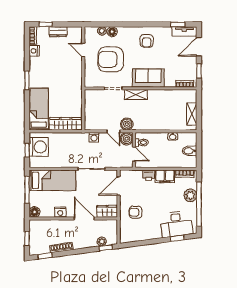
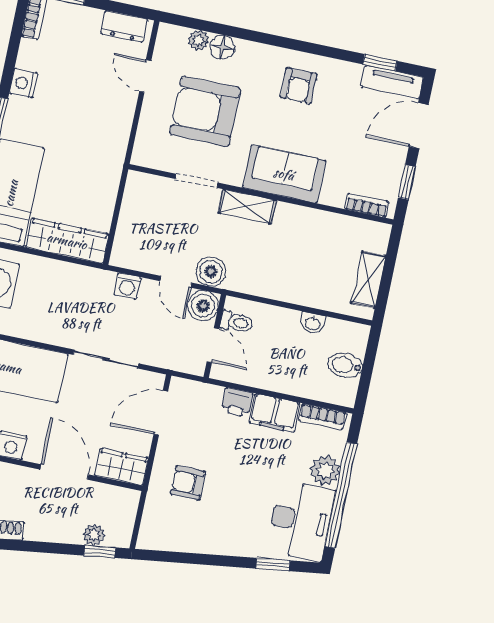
dresser: (58, 32) -> (124, 26), moved
nightstand: (34, 51) -> (23, 83), moved
desk: (176, 224) -> (301, 521), moved, turned -82

